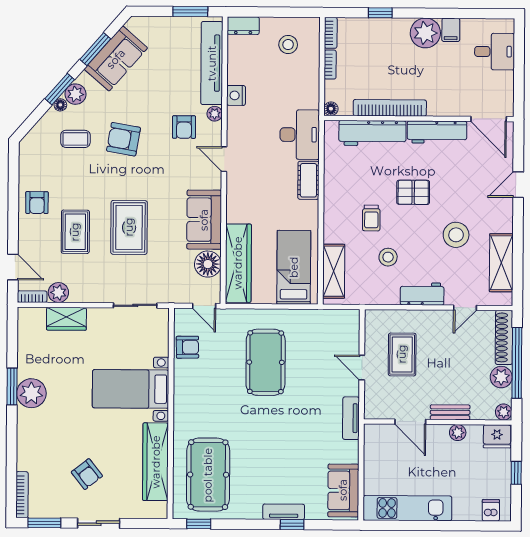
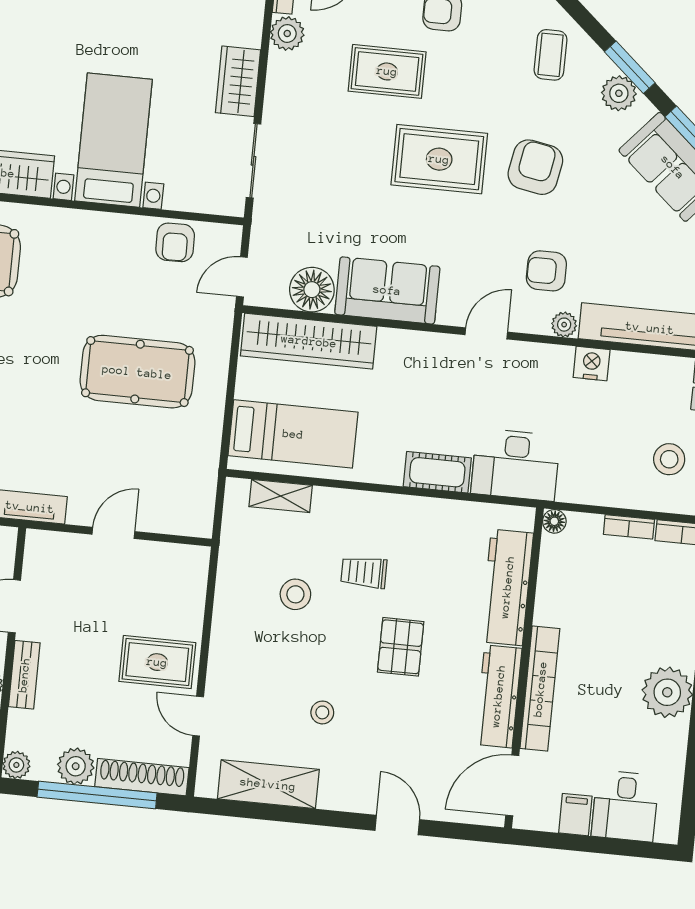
filing cabinet: (451, 30) -> (575, 815), moved, turned 90
floor lamp: (60, 105) -> (603, 66), removed
bookcase: (390, 108) -> (540, 689), moved
coffee table: (75, 139) -> (551, 55), moved
rug: (129, 227) -> (439, 159), moved
stool: (456, 235) -> (322, 712), width x0.53, depth x0.53
shelving: (334, 271) -> (281, 496), width x0.67, depth x0.75
workbench: (422, 294) -> (228, 646), removed
wardrobe: (66, 319) -> (238, 81), moved
rug: (402, 354) -> (157, 662), moved

